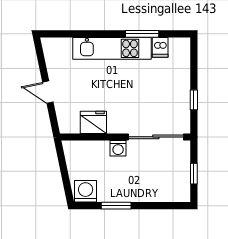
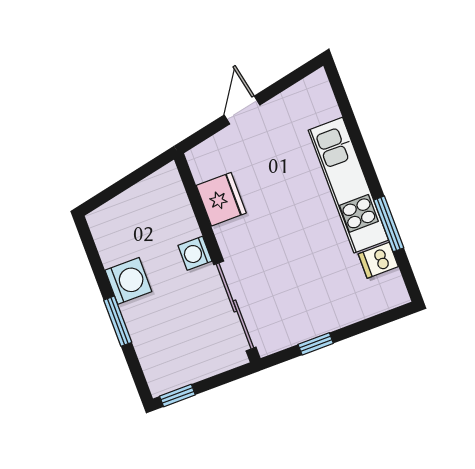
window: (194, 174) -> (177, 395), moved
washing machine: (86, 191) -> (128, 281), moved
window: (116, 206) -> (118, 321), moved

